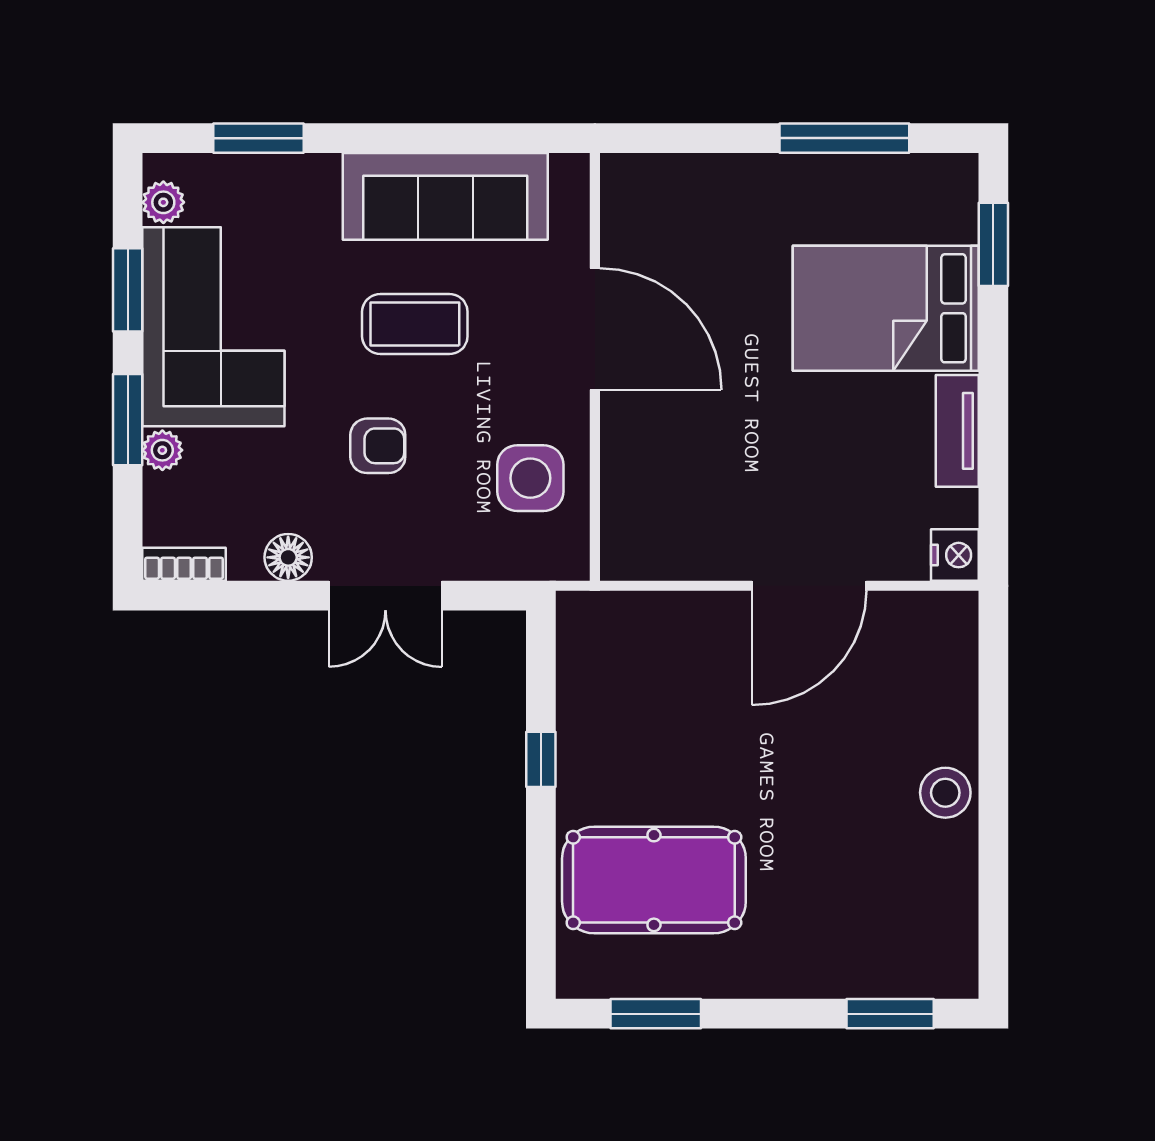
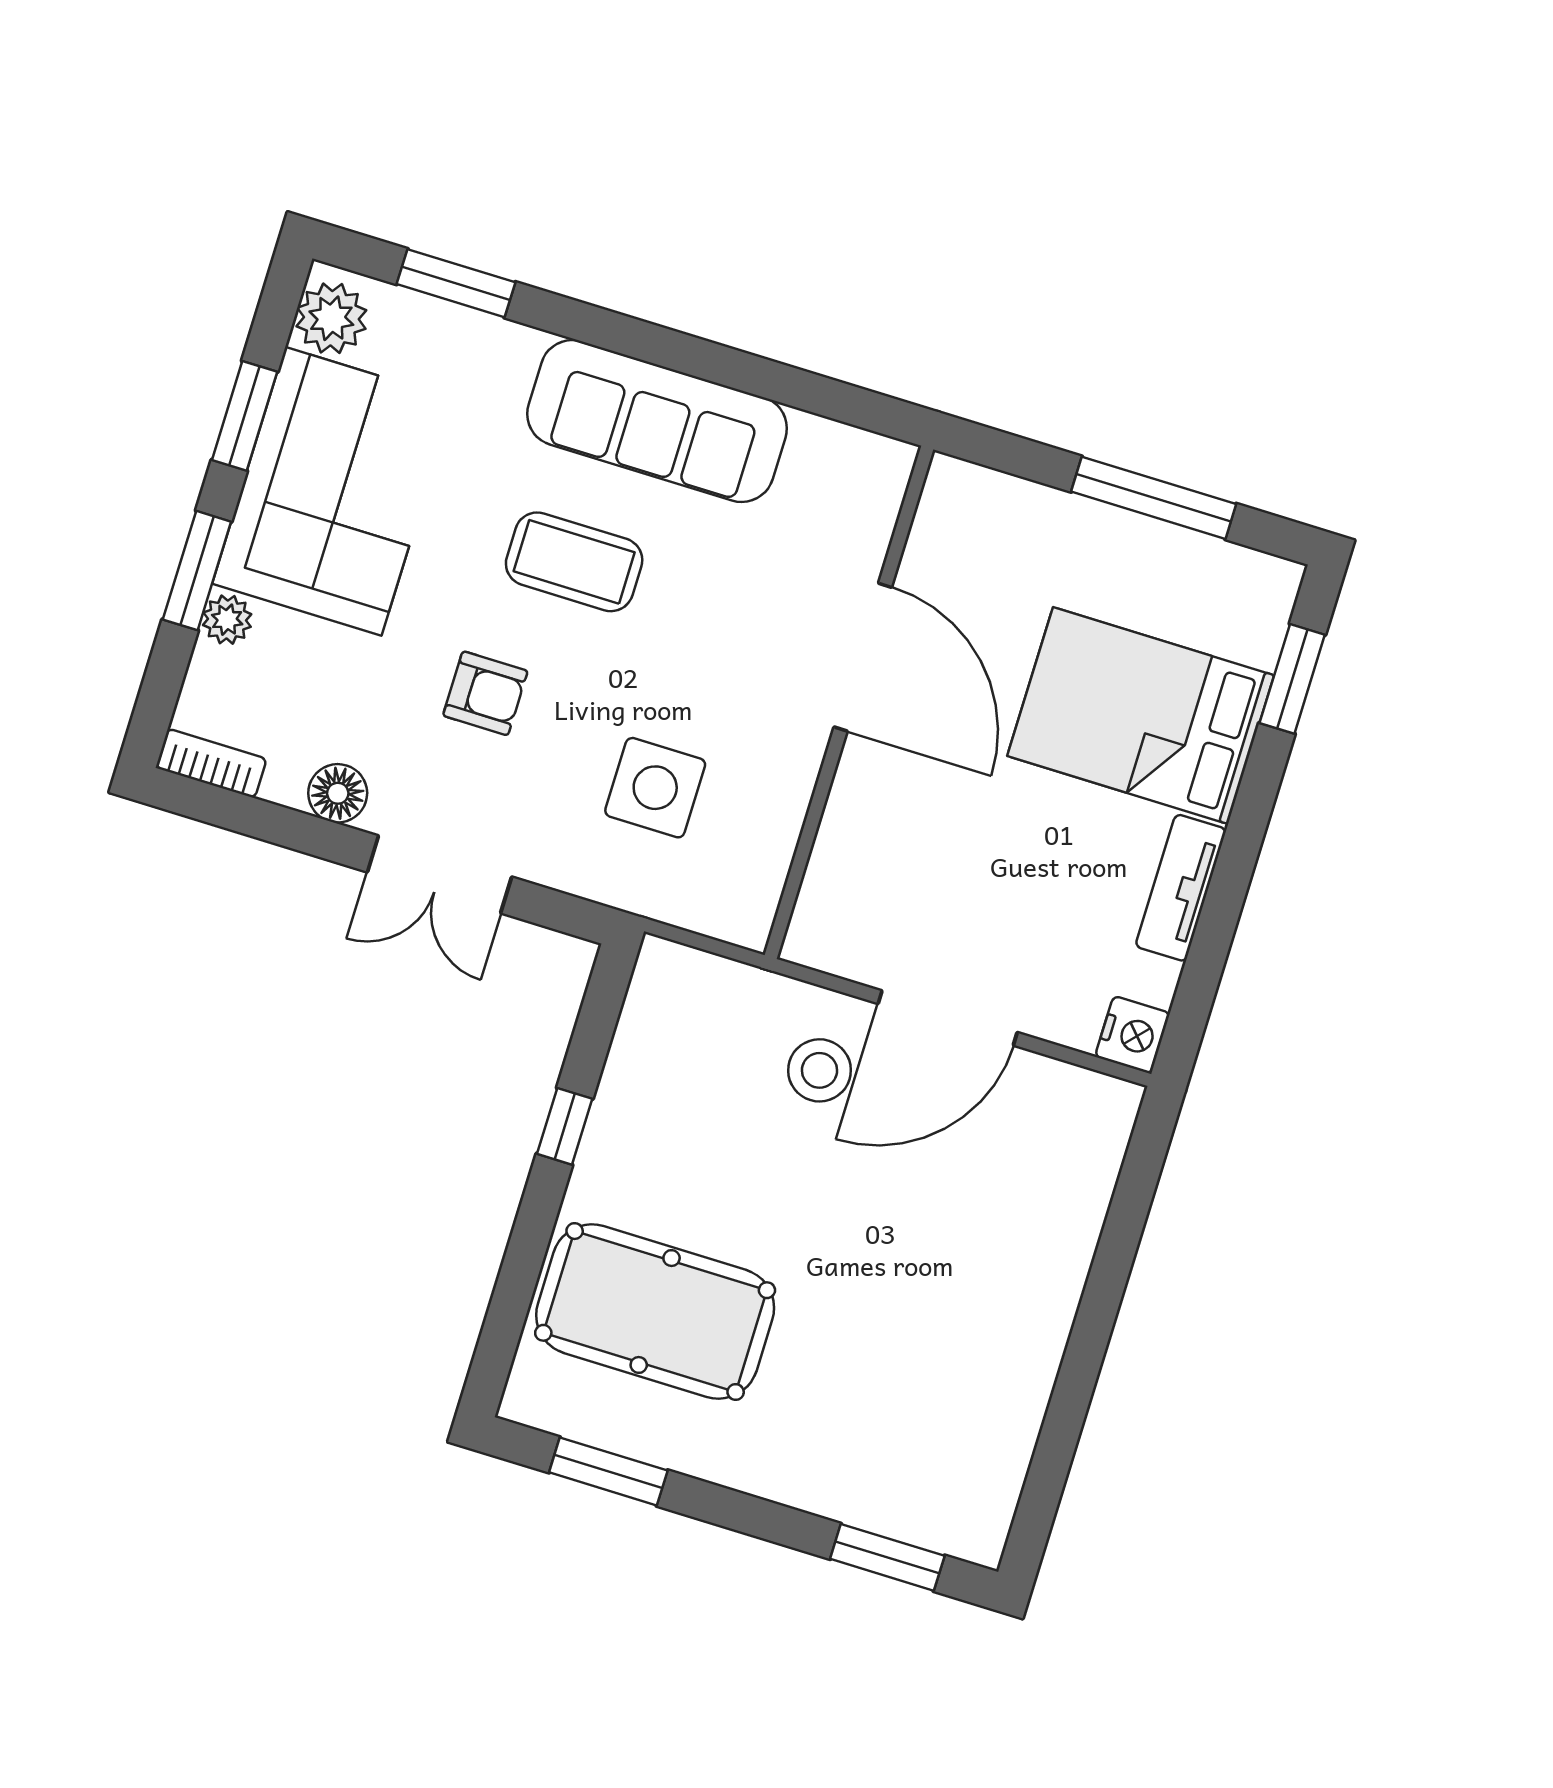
plant: (163, 202) -> (331, 318), width x1.38, depth x1.38
door: (595, 329) -> (863, 657), moved
wall: (595, 367) -> (849, 702), moved
stool: (945, 793) -> (819, 1070), moved

